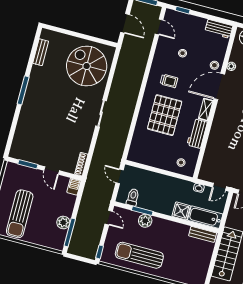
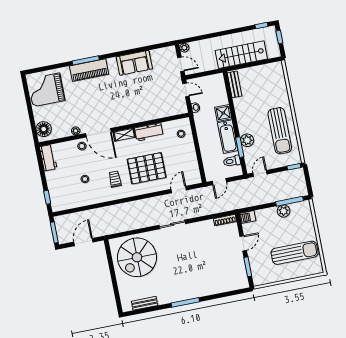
door: (159, 27) -> (179, 190), moved
bathtub: (205, 217) -> (228, 137), moved

